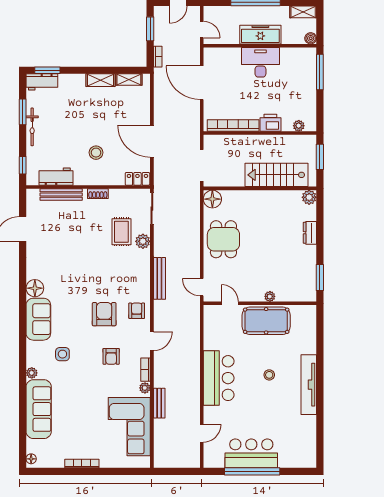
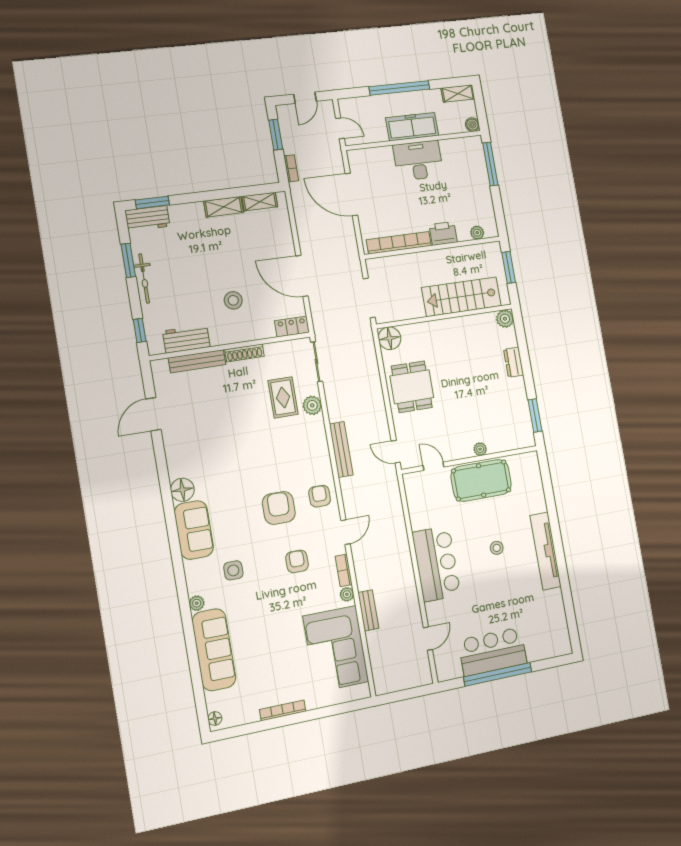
shoe rack: (98, 194) -> (245, 353), width x1.43
armchair: (111, 356) -> (297, 561), turned 180

